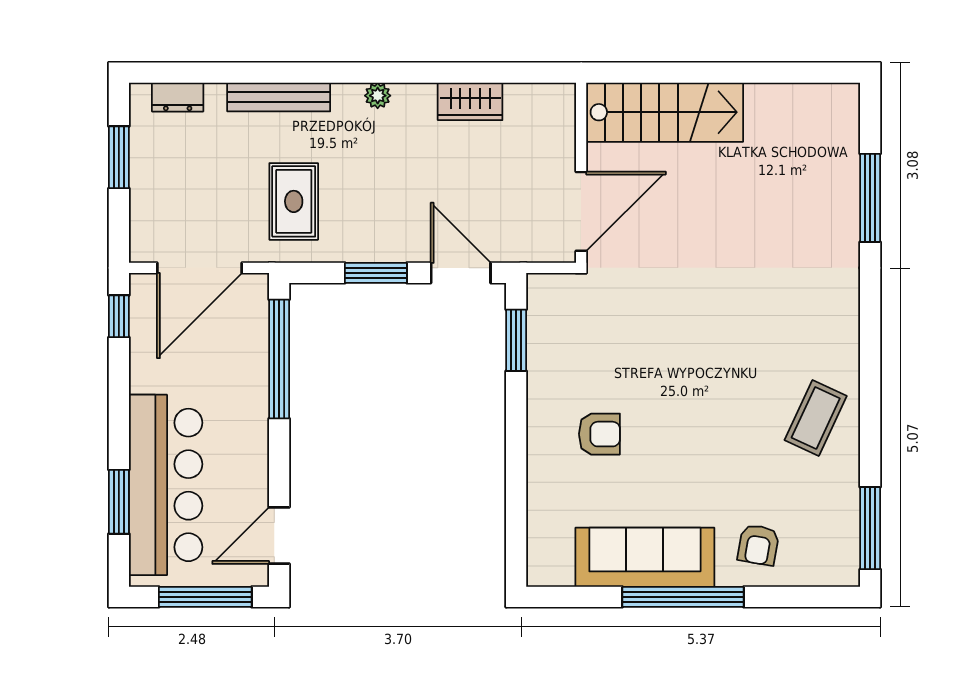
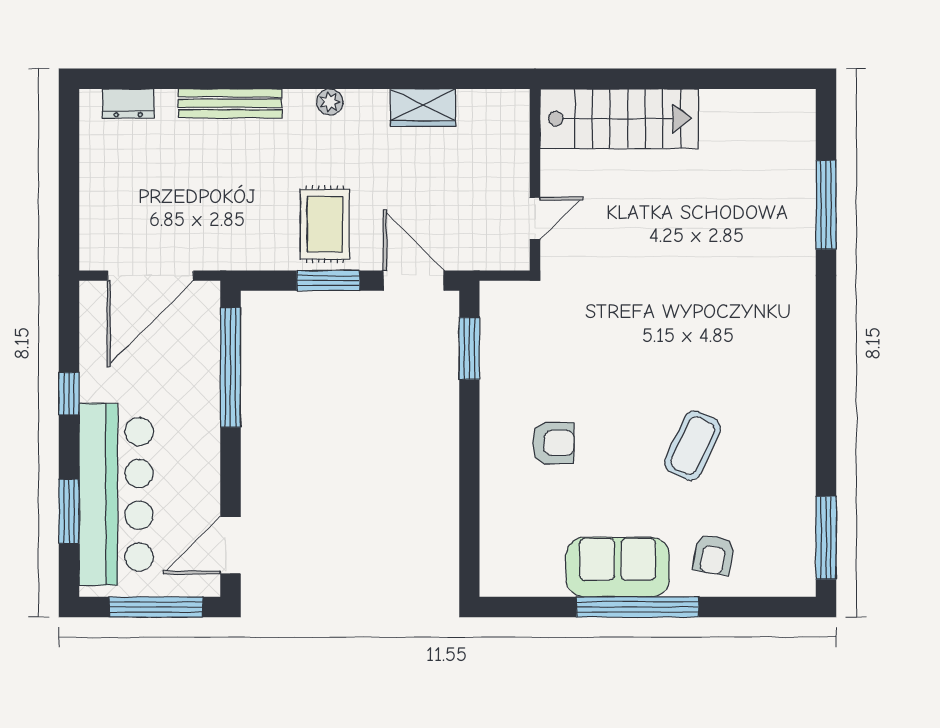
window: (119, 157) -> (69, 164), removed
rug: (294, 201) -> (325, 224), moved
door: (581, 211) -> (535, 219), width x0.53
window: (119, 316) -> (69, 394), moved
coffee table: (816, 418) -> (693, 445), moved
sofa: (645, 557) -> (618, 567), width x0.73

